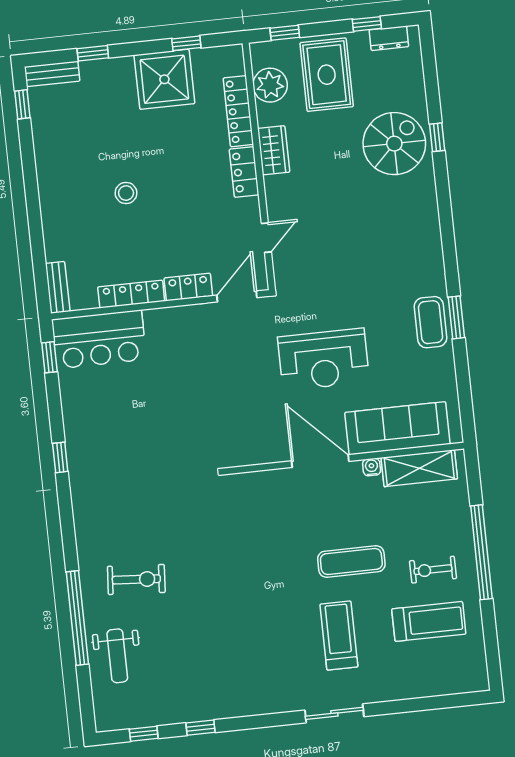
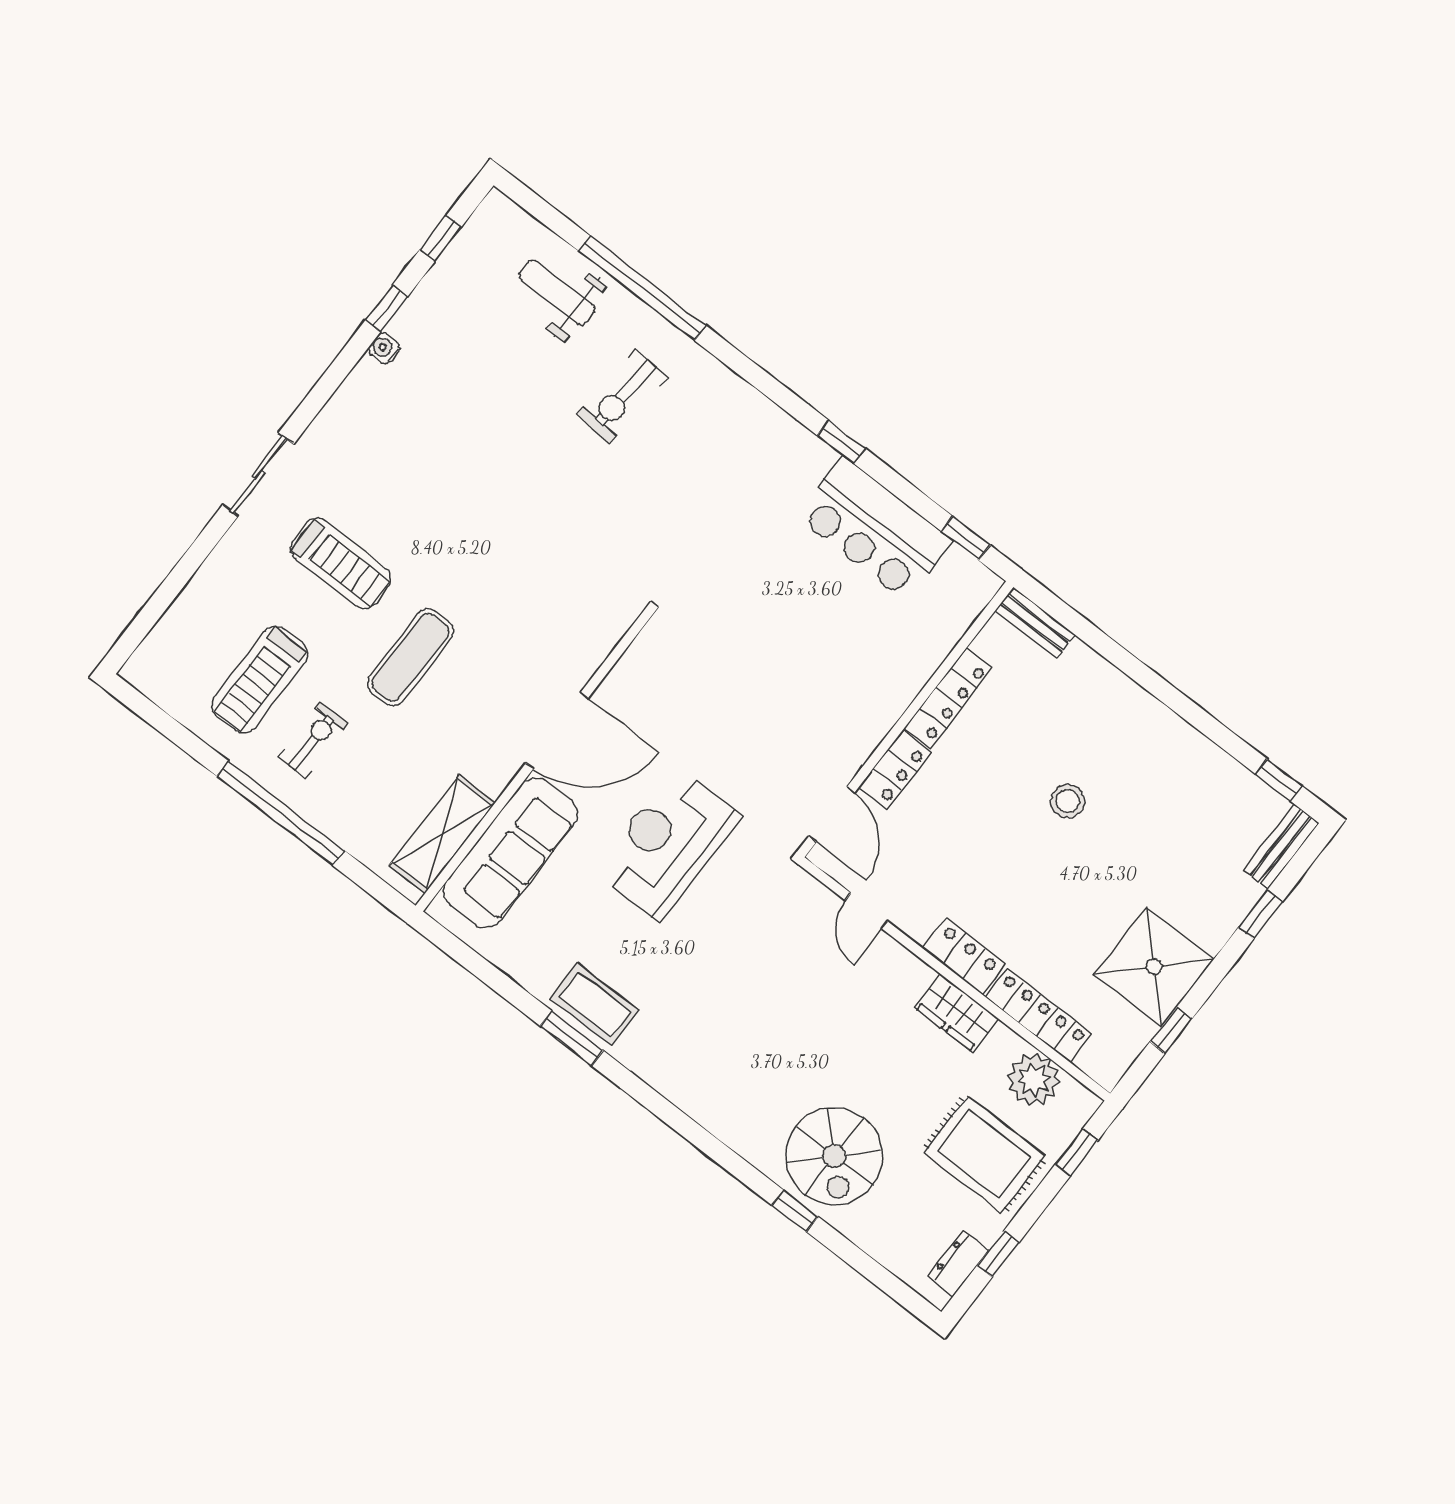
bar counter: (99, 339) -> (874, 529), moved, turned -90
water cooler: (372, 467) -> (384, 348), moved, turned 180

